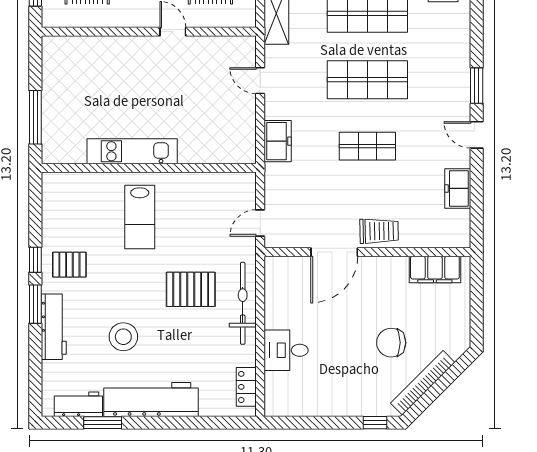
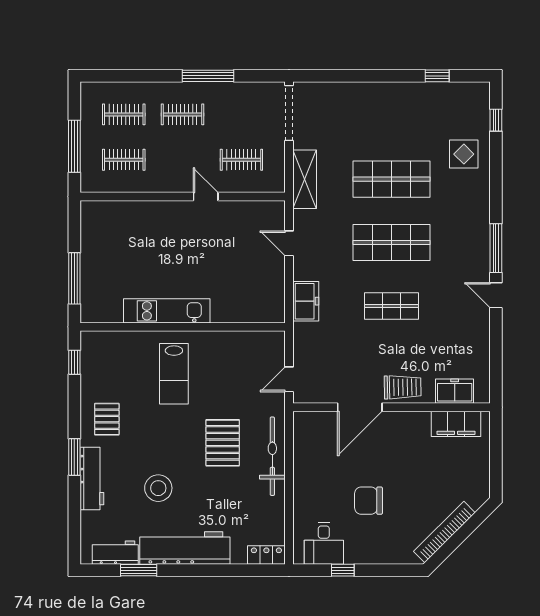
window: (477, 86) -> (496, 248), width x1.44
freezer: (458, 188) -> (455, 391), moved, turned 90
window: (35, 260) -> (74, 362), moved
pallet: (69, 265) -> (107, 419), turned 90
pallet: (191, 289) -> (223, 443), turned 90
chair: (391, 343) -> (369, 501), moved
desk: (286, 350) -> (324, 543), moved, turned -90
locker: (246, 387) -> (266, 555), moved, turned 90
window: (375, 423) -> (343, 570), moved

